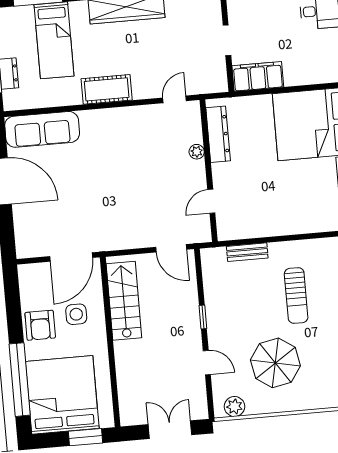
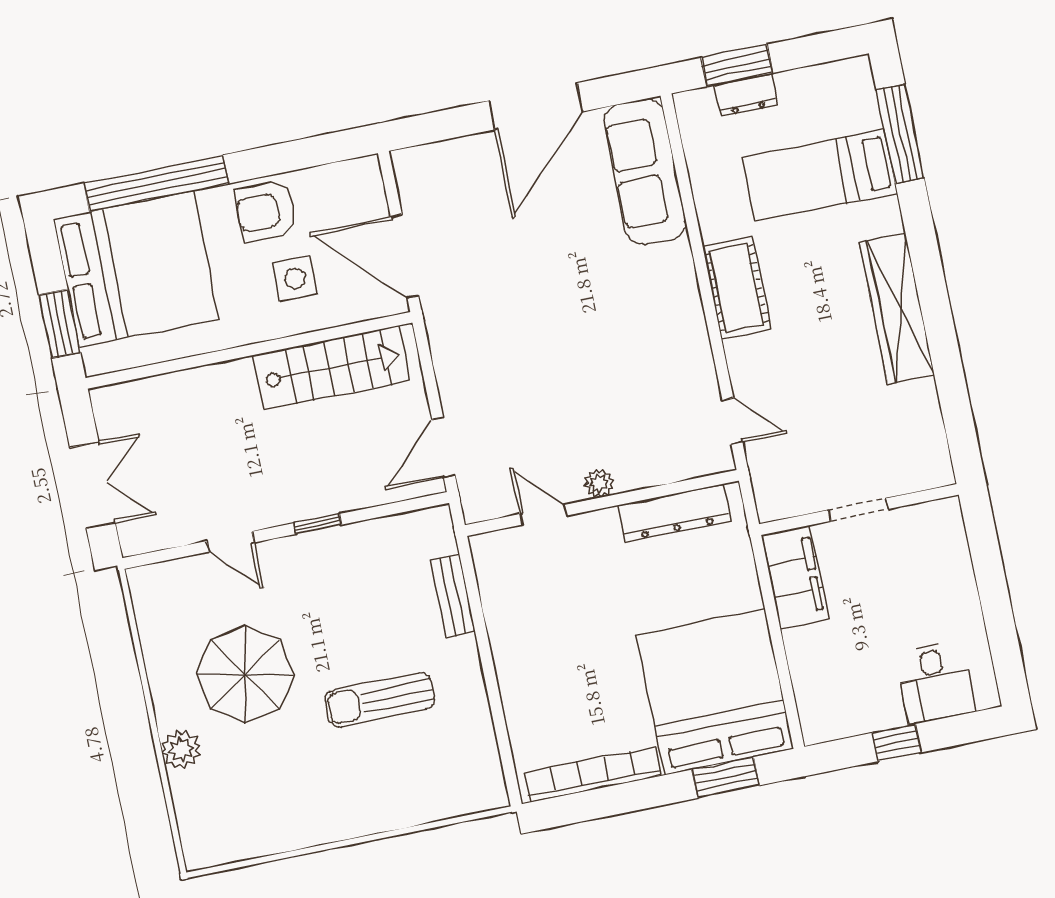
plant: (197, 152) -> (599, 483), moved
door: (207, 363) -> (230, 542), hinge flipped
plant: (235, 407) -> (181, 749), moved

